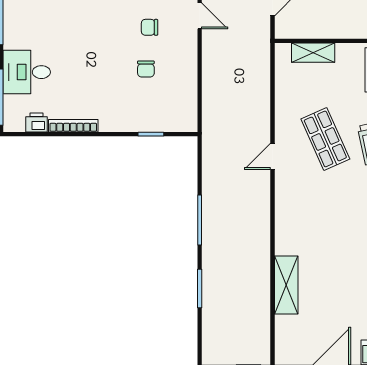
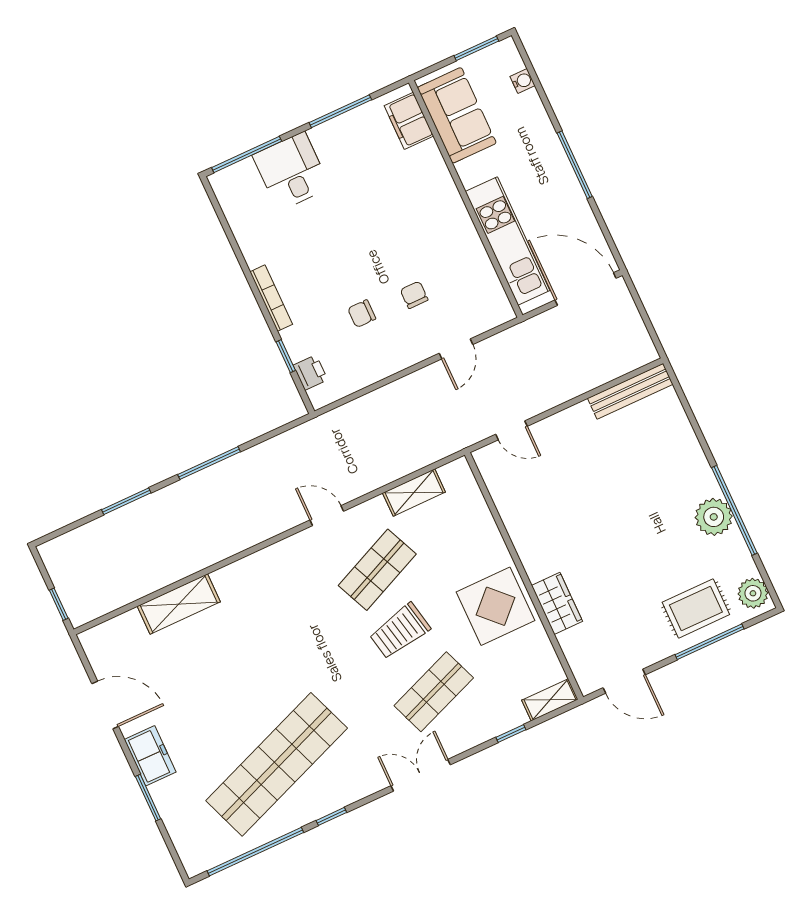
shelving: (313, 53) -> (414, 493), moved, turned 90
printer: (36, 122) -> (310, 373), moved
bookcase: (73, 126) -> (271, 298), moved

